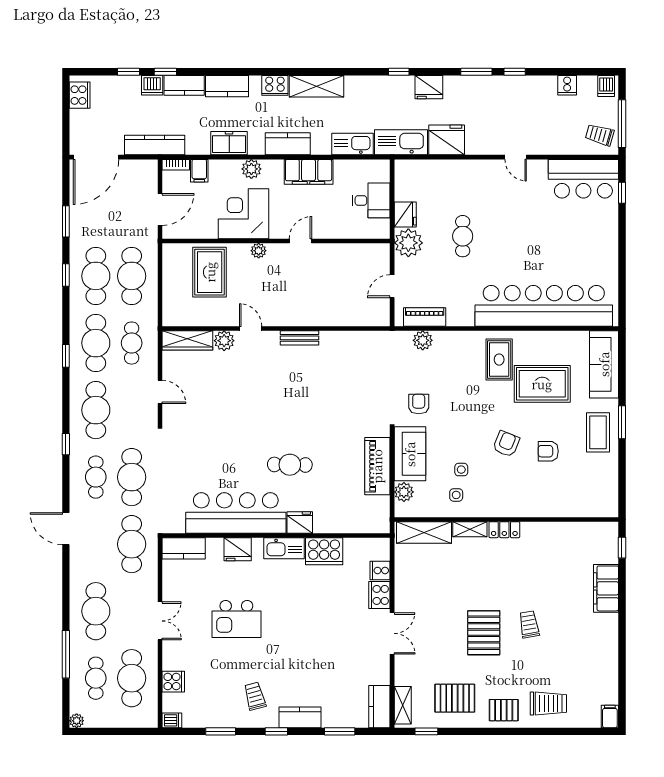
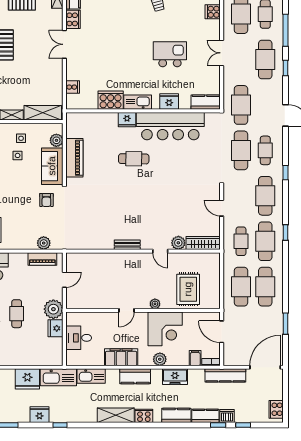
door: (160, 209) -> (222, 332), hinge flipped
window: (66, 275) -> (286, 68), moved
cooker: (379, 595) -> (73, 19), moved

